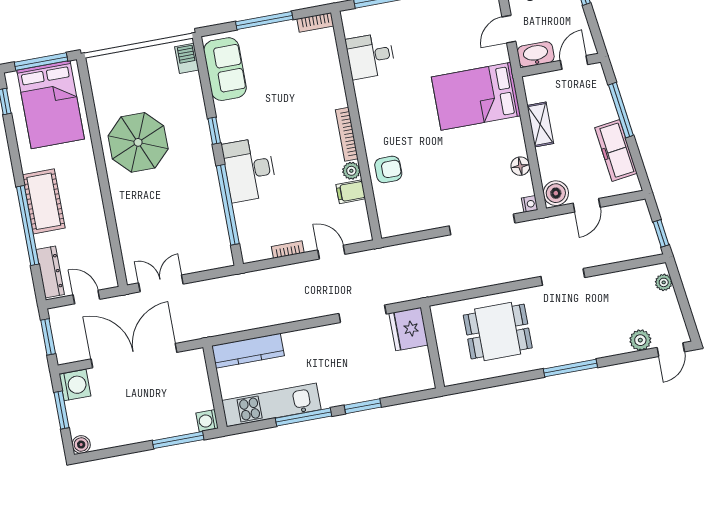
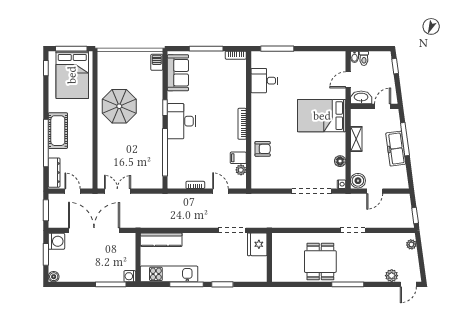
freezer: (616, 150) -> (396, 149), moved
desk: (249, 170) -> (181, 121), moved
plant: (351, 171) -> (241, 170), moved
dining table: (498, 332) -> (320, 262), moved, turned 90

